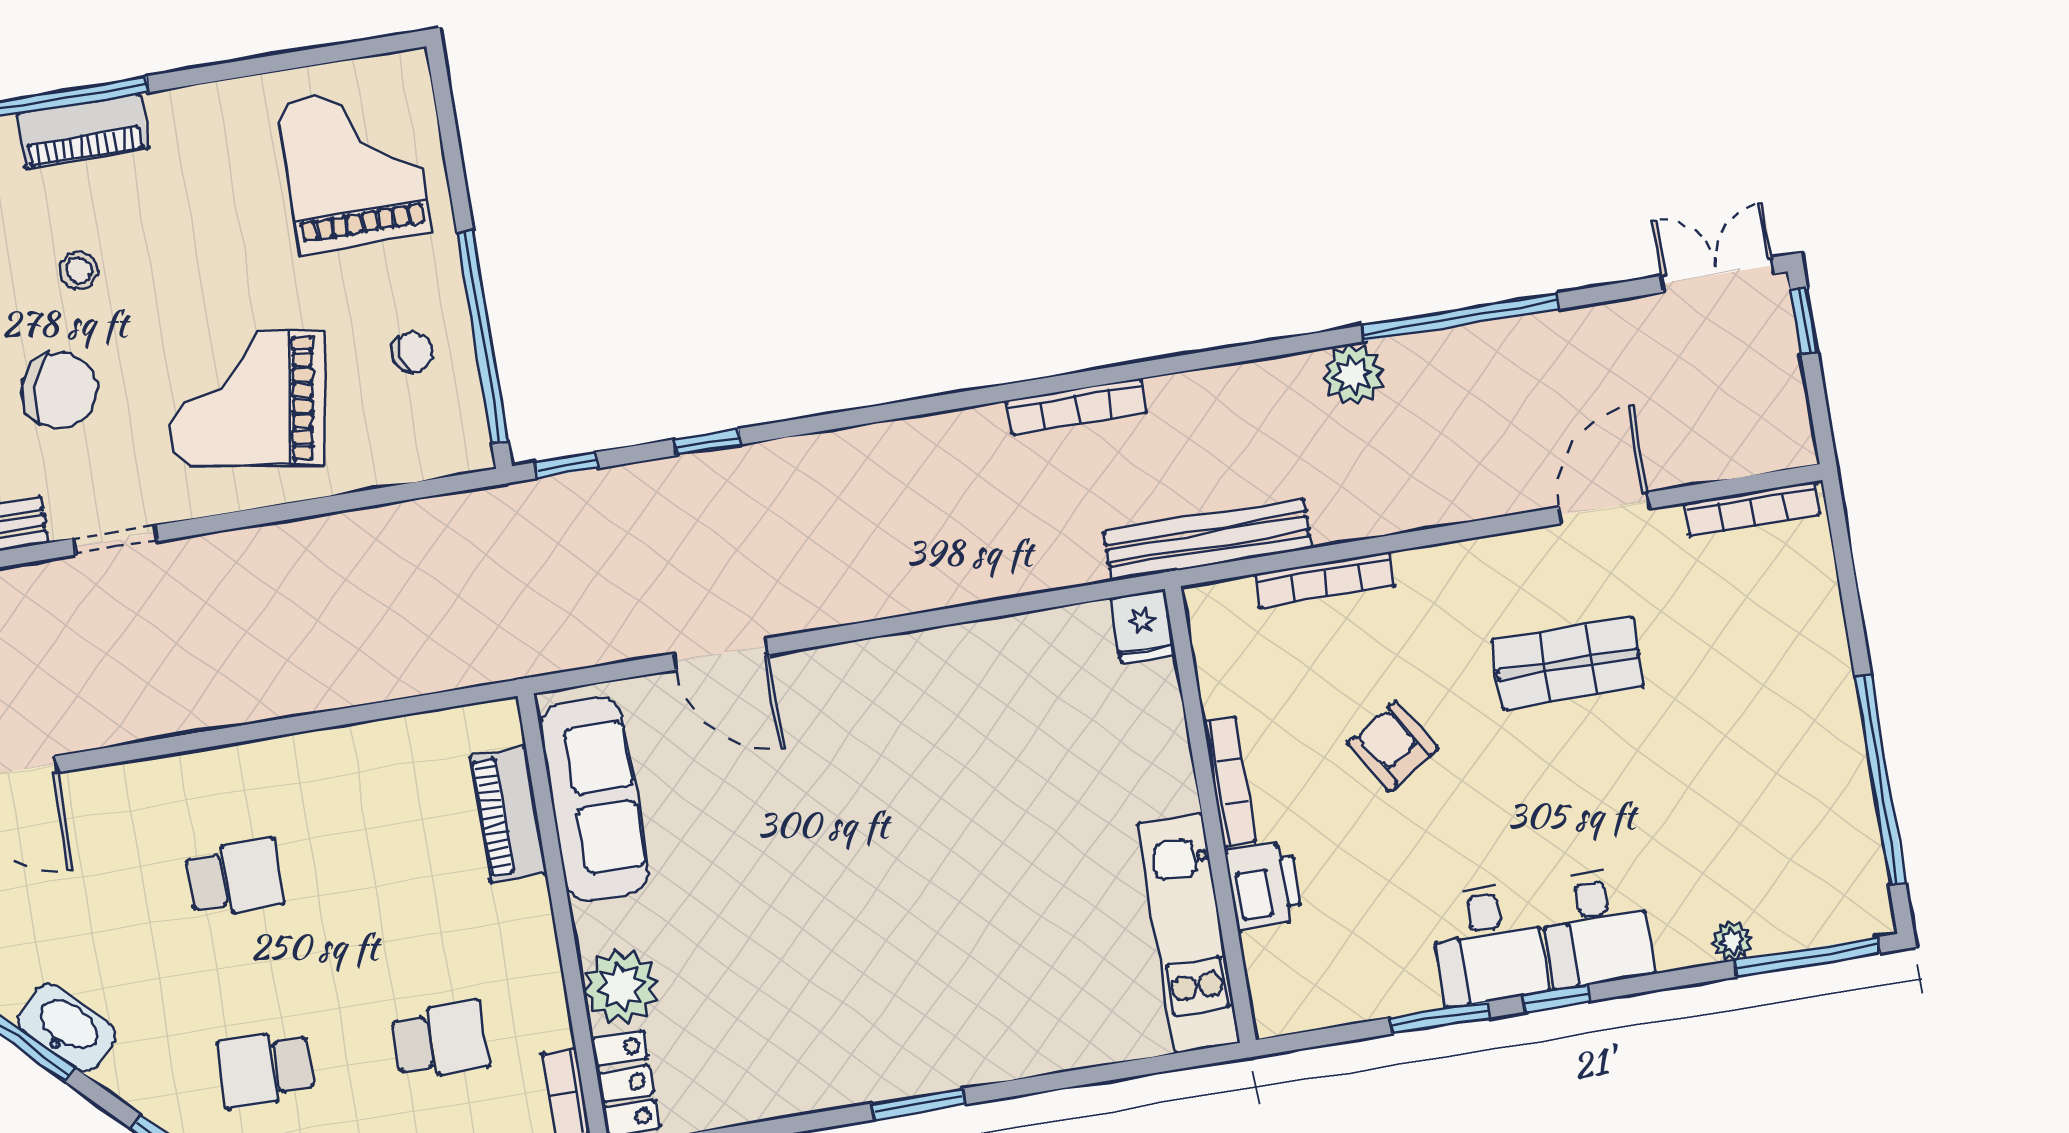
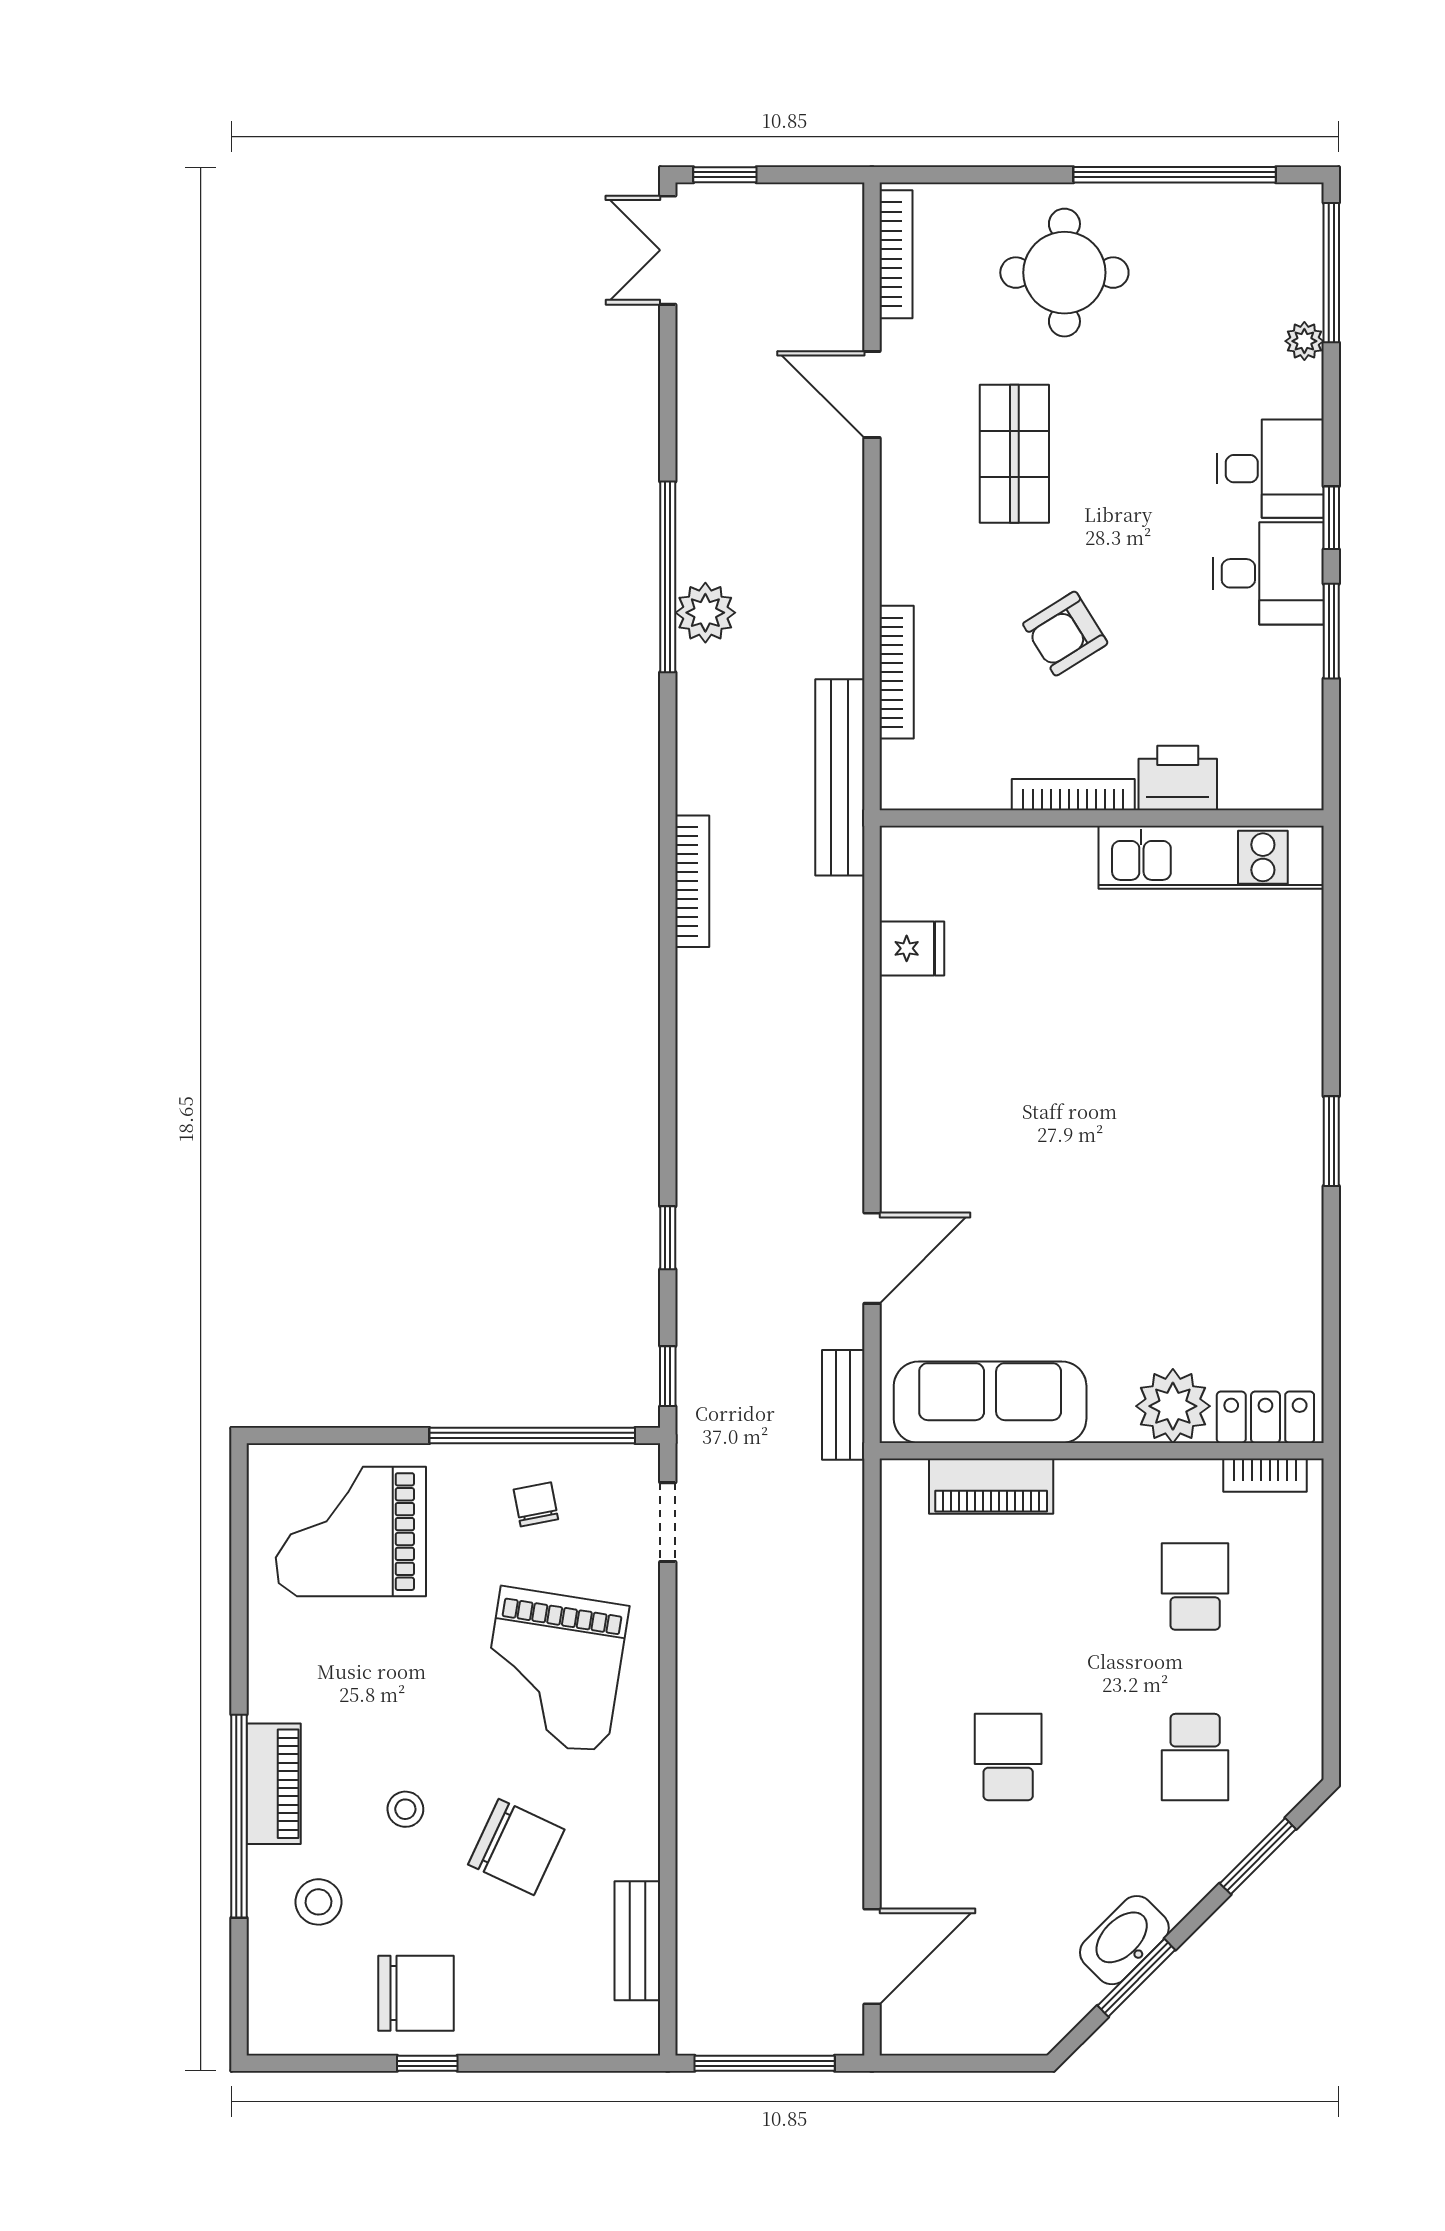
window: (1461, 317) -> (668, 577), moved
chair: (59, 390) -> (516, 1847), turned 99
doorway: (115, 540) -> (668, 1522), moved
fridge: (1143, 626) -> (912, 948), moved
bench: (566, 650) -> (843, 1405), added
round table: (1762, 684) -> (1064, 273), added

